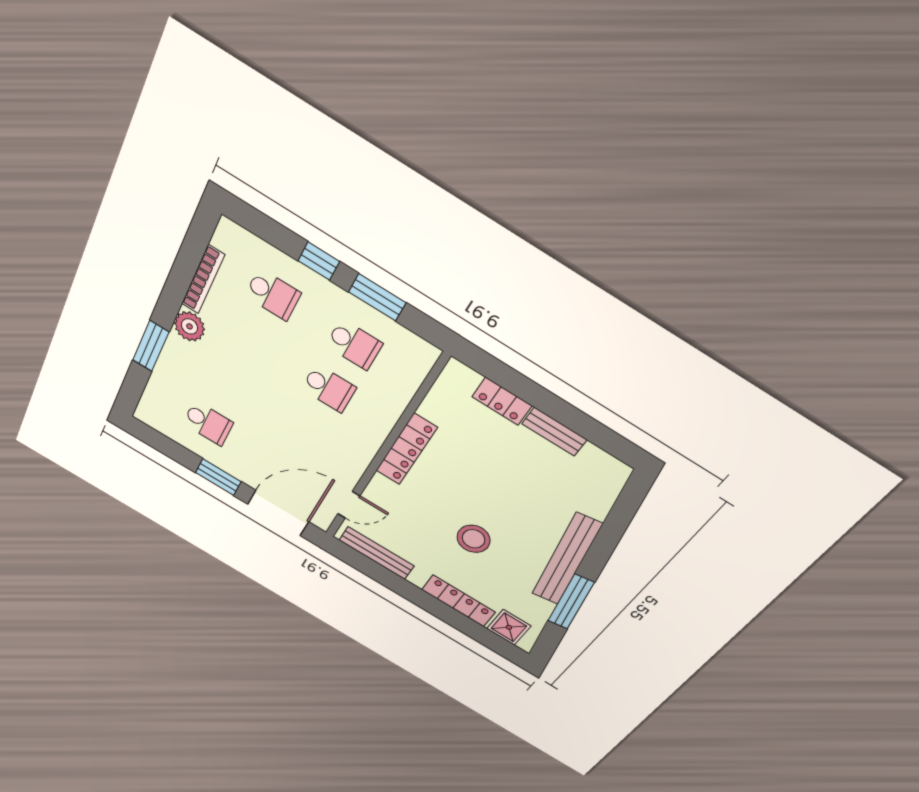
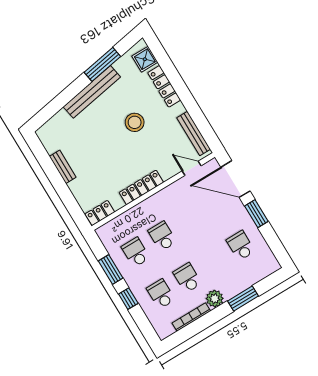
school desk: (250, 340) -> (187, 278), added
locker: (502, 401) -> (100, 213), moved, turned -90

